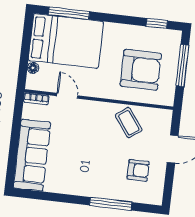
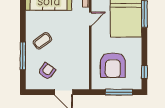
coffee table: (129, 123) -> (42, 41), moved
armchair: (138, 170) -> (47, 71), turned -145

